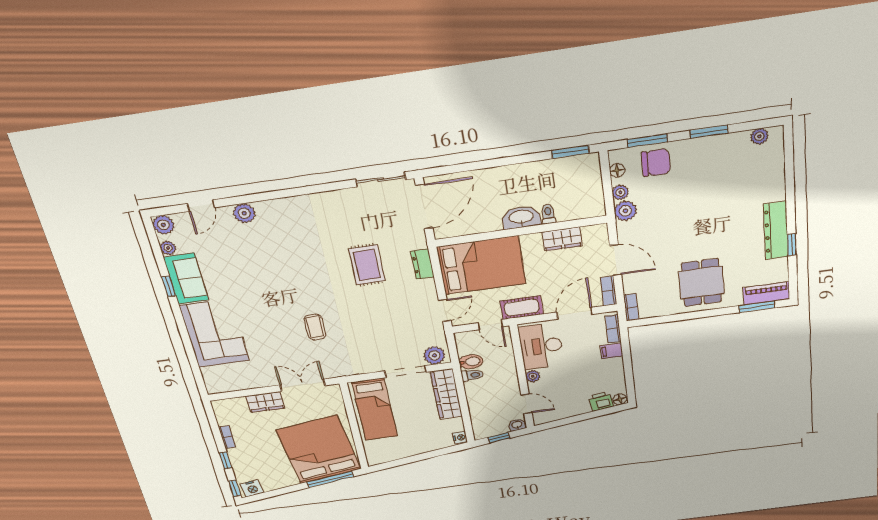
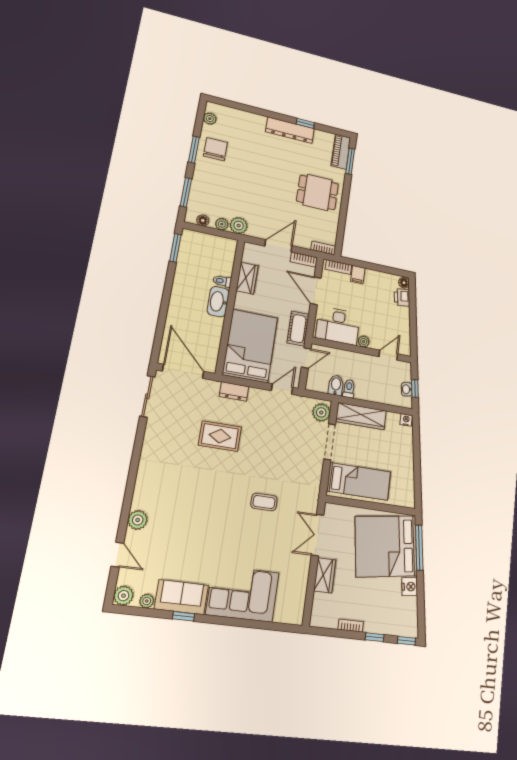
chair: (656, 163) -> (215, 149), moved
door: (445, 310) -> (282, 389), hinge flipped
washbasin: (517, 425) -> (407, 389), moved
nightstand: (252, 488) -> (410, 587), moved

